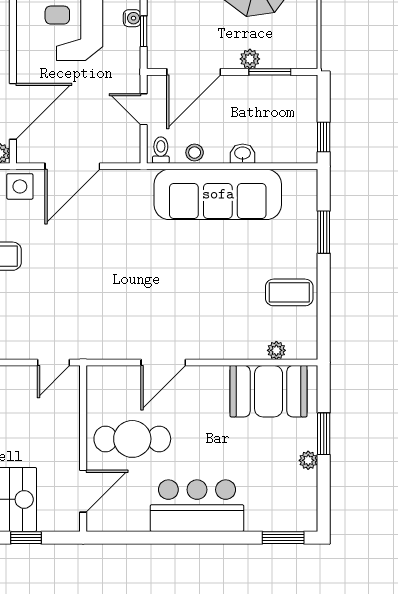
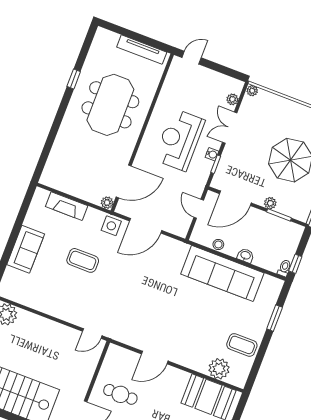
toilet: (161, 150) -> (284, 268), moved
plant: (276, 350) -> (219, 369), width x1.88, depth x1.88
cafe table: (132, 439) -> (120, 394), width x0.73, depth x0.74

